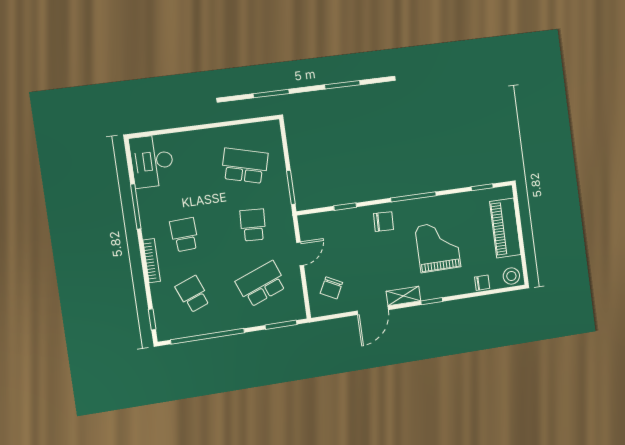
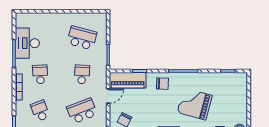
desk: (152, 161) -> (27, 43), moved
piano: (505, 228) -> (128, 80), moved, turned -90
grand piano: (438, 247) -> (195, 104), turned -75

